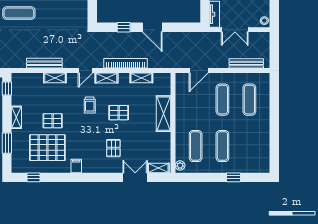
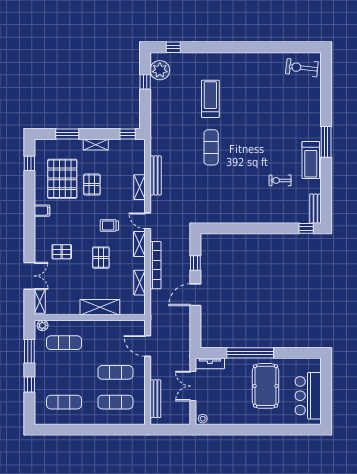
exercise mat: (222, 146) -> (64, 402), moved
window: (203, 177) -> (29, 351), added

